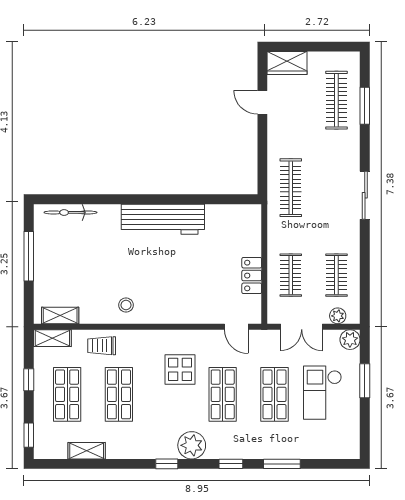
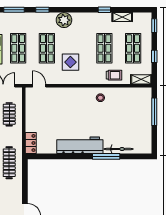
window: (116, 199) -> (106, 156), added
bicycle: (70, 212) -> (119, 149), moved
window: (29, 256) -> (154, 112), moved
locker: (252, 276) -> (31, 143), moved
shelving: (60, 316) -> (137, 92), removed
window: (167, 464) -> (104, 10), moved

